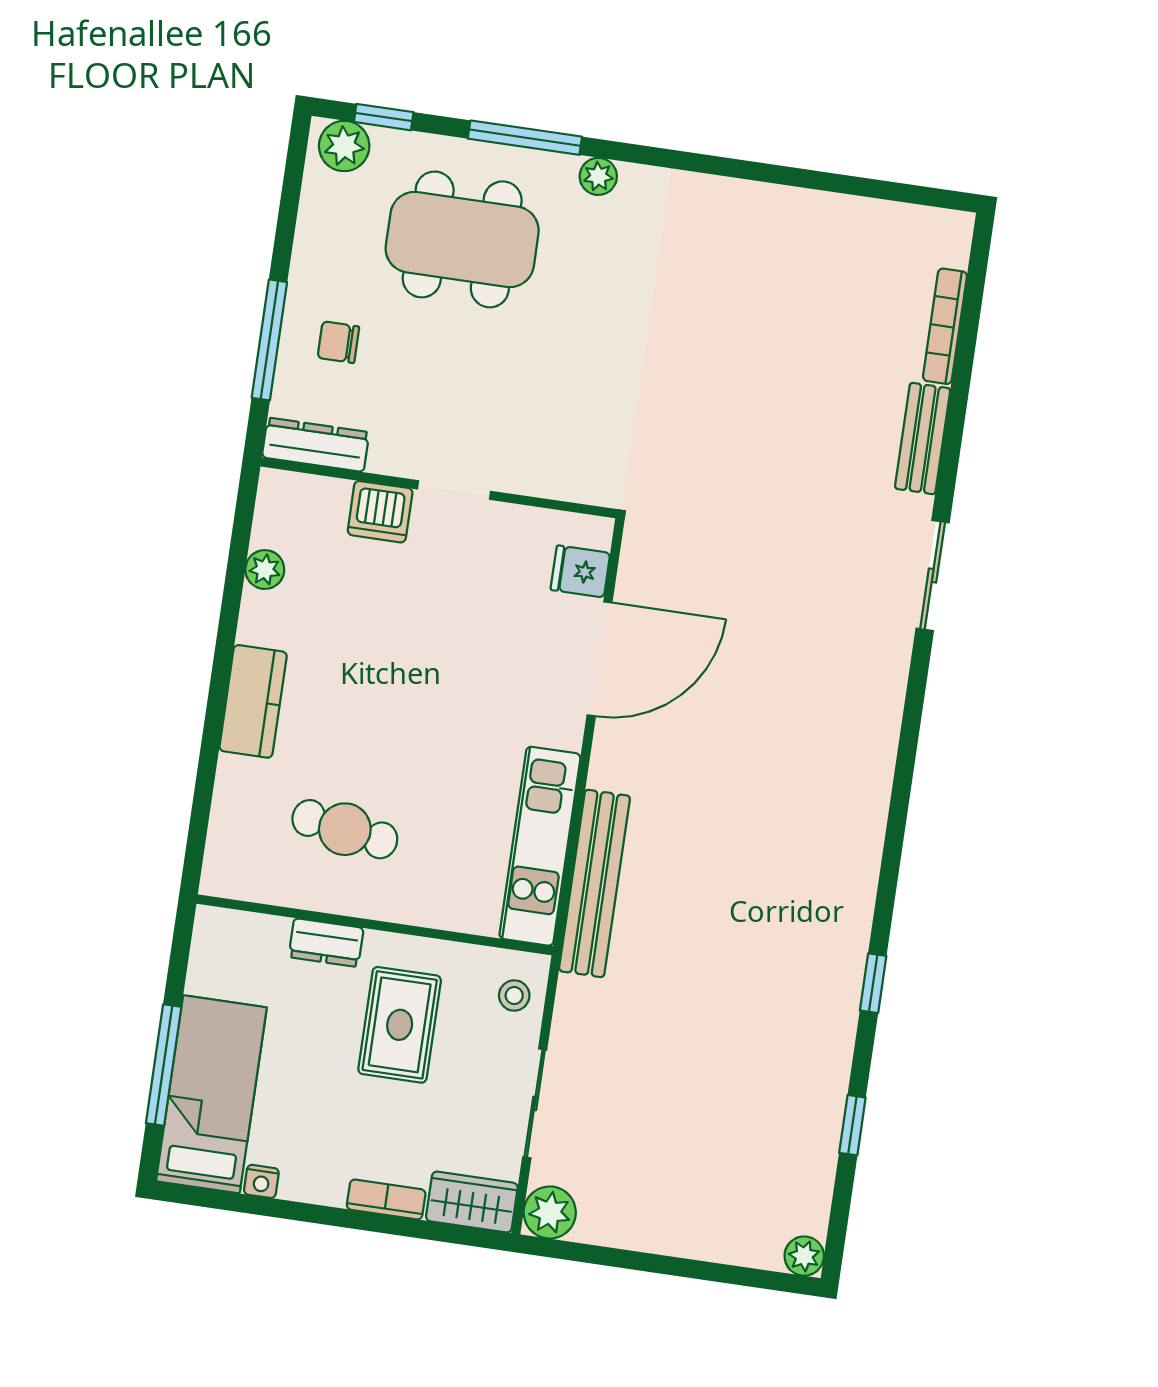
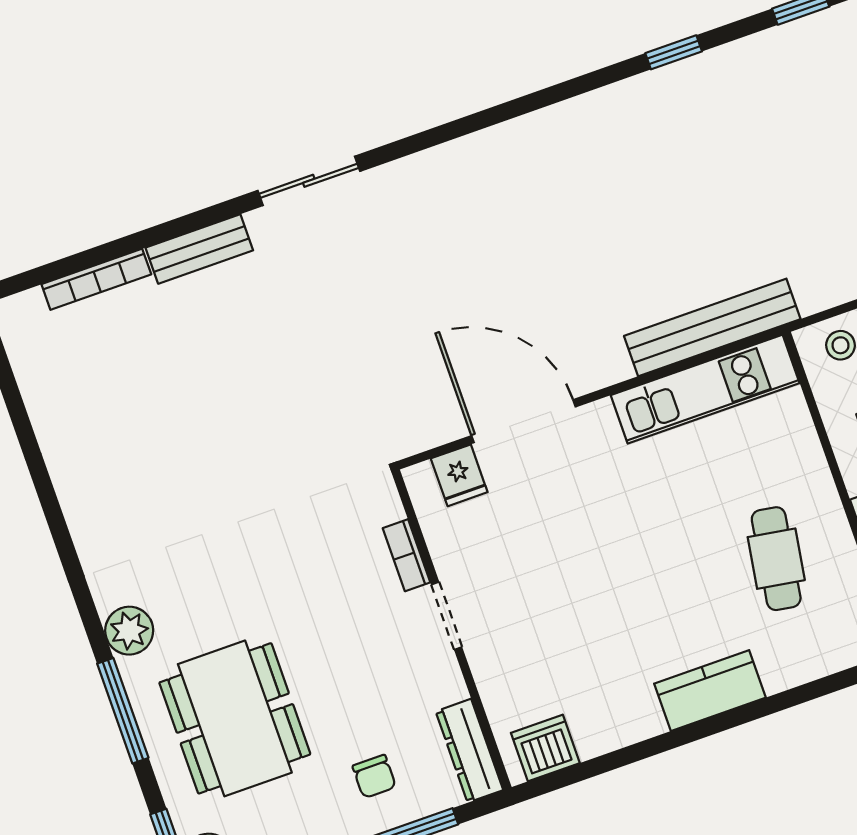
plant: (598, 176) -> (129, 631), width x1.38, depth x1.38
bookcase: (531, 482) -> (406, 555), added
dishwasher: (380, 512) -> (545, 748), moved, turned -90
plant: (265, 570) -> (595, 738), removed

